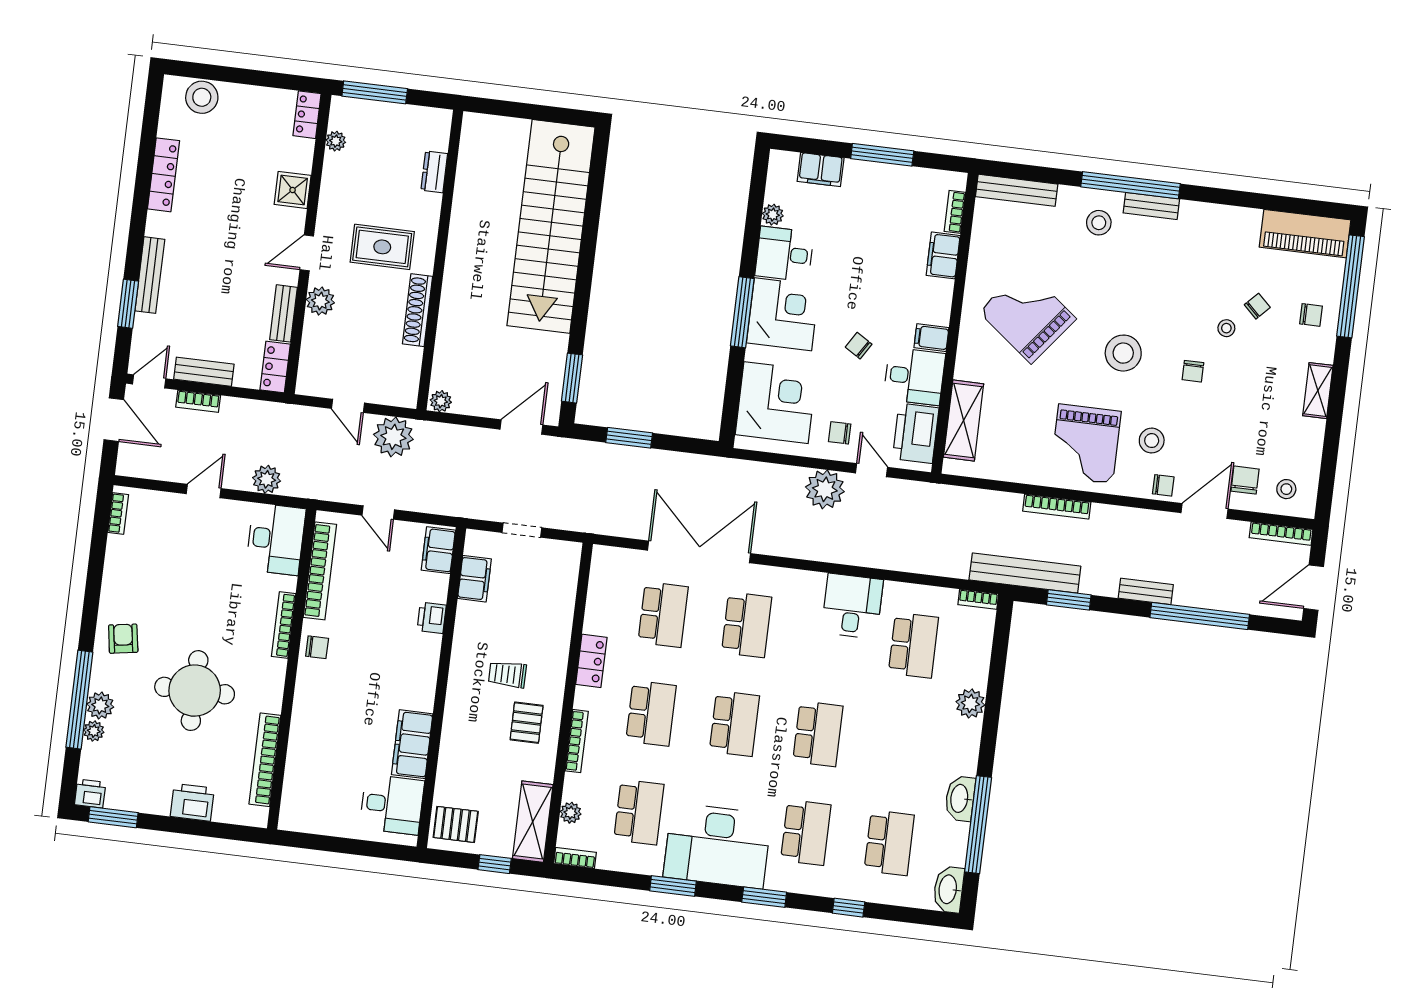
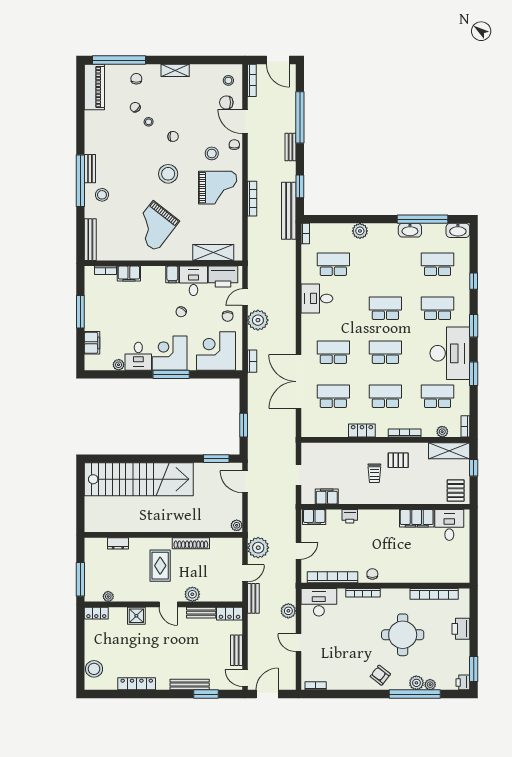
bookcase: (198, 401) -> (252, 361), moved
bench: (298, 416) -> (253, 598), added
armchair: (123, 639) -> (380, 675), turned 47

